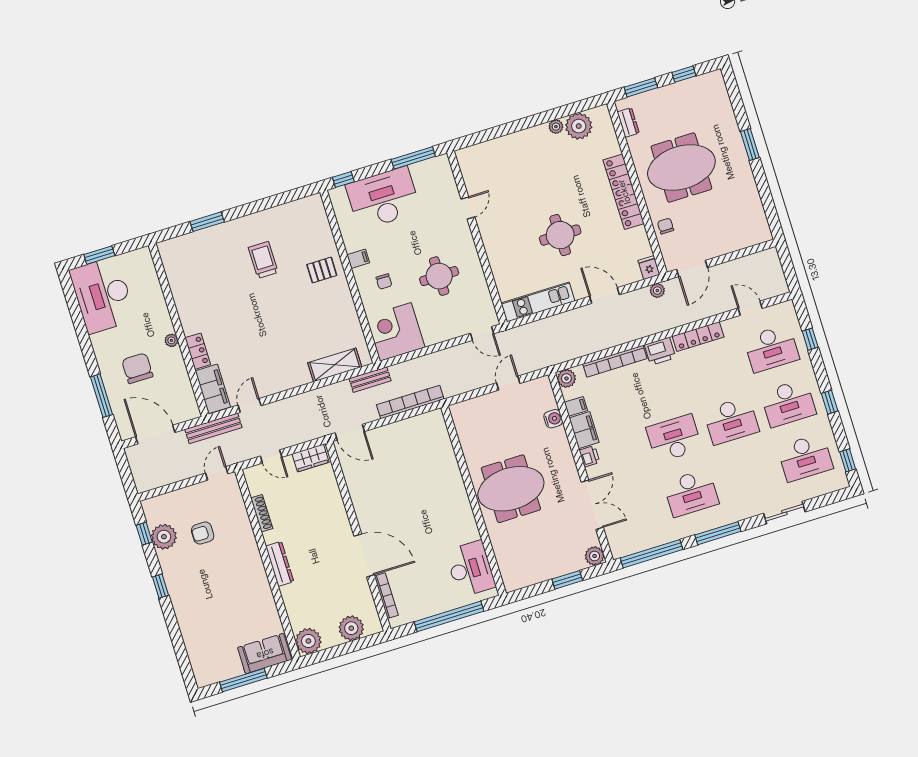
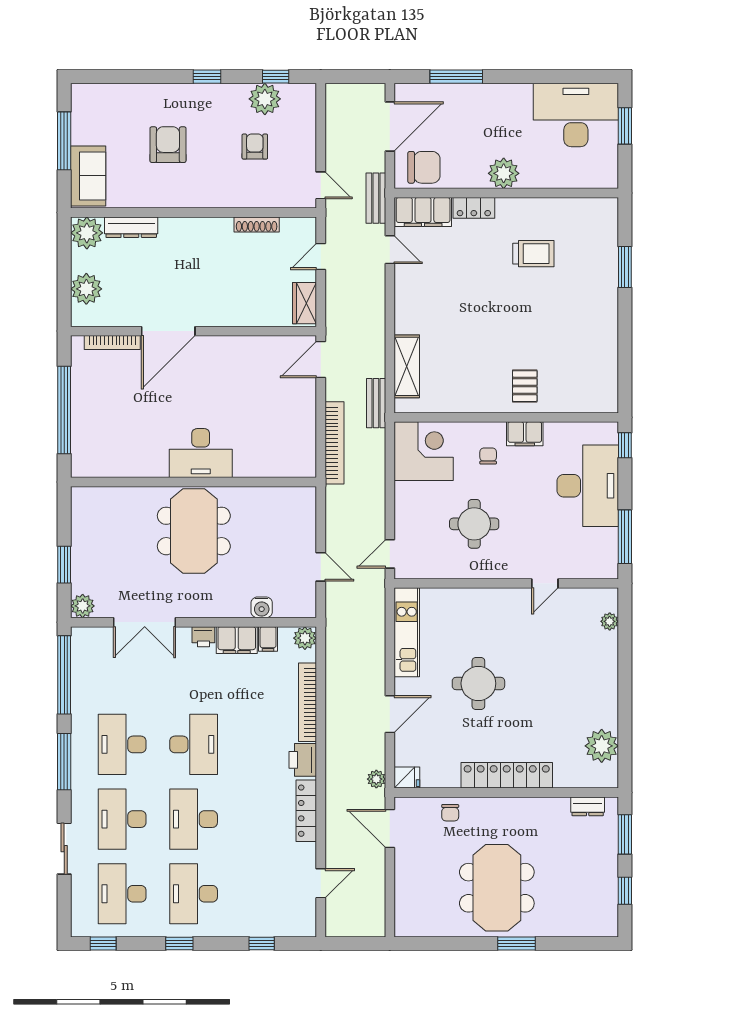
plant: (556, 127) -> (610, 621), moved
meeting table: (681, 168) -> (497, 888), moved
door: (468, 208) -> (545, 583), hinge flipped
chair: (666, 226) -> (450, 813), turned 90
filing cabinet: (358, 259) -> (525, 434), width x2.00
trolley: (263, 260) -> (533, 254), moved
chair: (384, 281) -> (488, 456), turned 90
plant: (171, 340) -> (504, 173), width x1.88, depth x1.88
desk: (771, 348) -> (122, 819), moved
chair: (137, 368) -> (424, 167), moved
bench: (213, 428) -> (376, 198), width x0.73
dresser: (280, 564) -> (131, 227), moved
desk: (470, 569) -> (201, 453), moved
armchair: (222, 600) -> (168, 145), added

